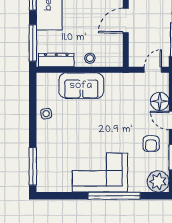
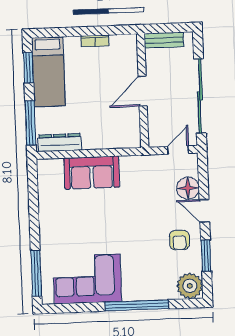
stool: (90, 58) -> (101, 139), removed
side table: (46, 114) -> (50, 208), removed
corner sofa: (100, 172) -> (87, 279), moved

